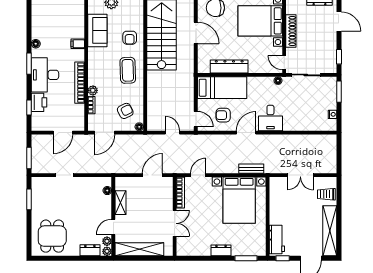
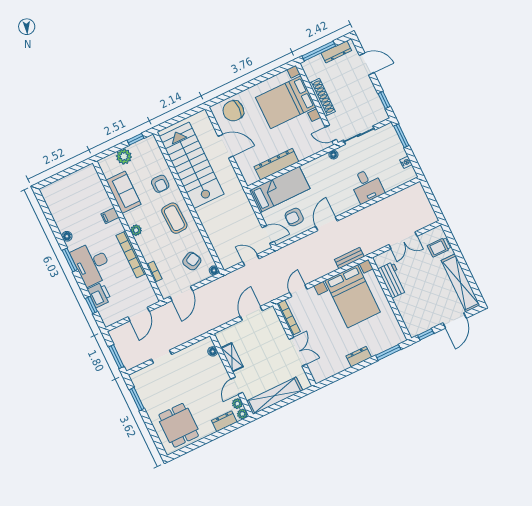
plant: (93, 90) -> (136, 230), moved
desk: (270, 118) -> (367, 186), moved
workbench: (277, 239) -> (392, 280), moved

